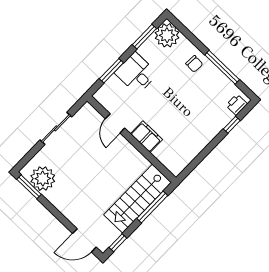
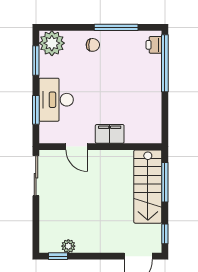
desk: (136, 73) -> (56, 100), width x1.37
window: (232, 125) -> (165, 63), width x3.17
sliding door: (56, 128) -> (36, 176), moved
plant: (43, 179) -> (68, 246), width x0.53, depth x0.53
window: (29, 187) -> (58, 256), width x0.67

